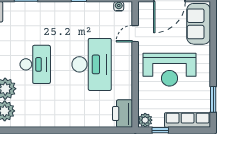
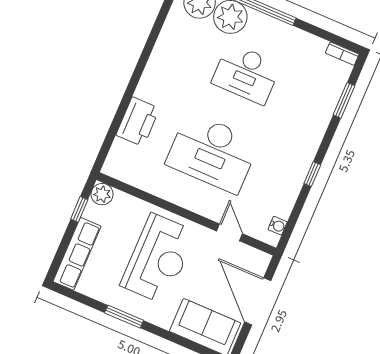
reception desk: (169, 70) -> (158, 259), turned 180
window: (213, 99) -> (124, 317), moved
printer: (123, 114) -> (138, 122), moved, turned 90

